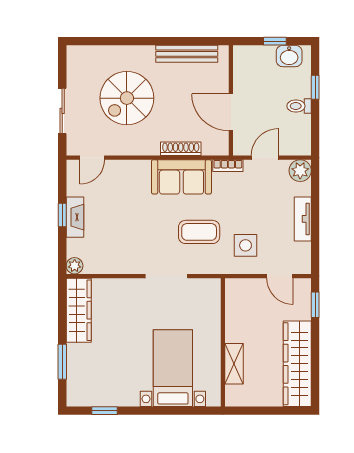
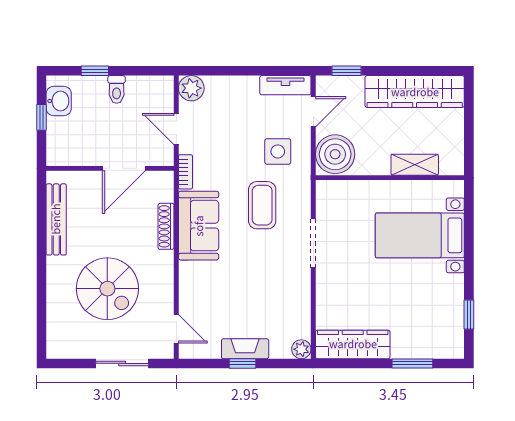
tv unit: (303, 219) -> (285, 85), moved
boiler: (243, 295) -> (335, 154), added

